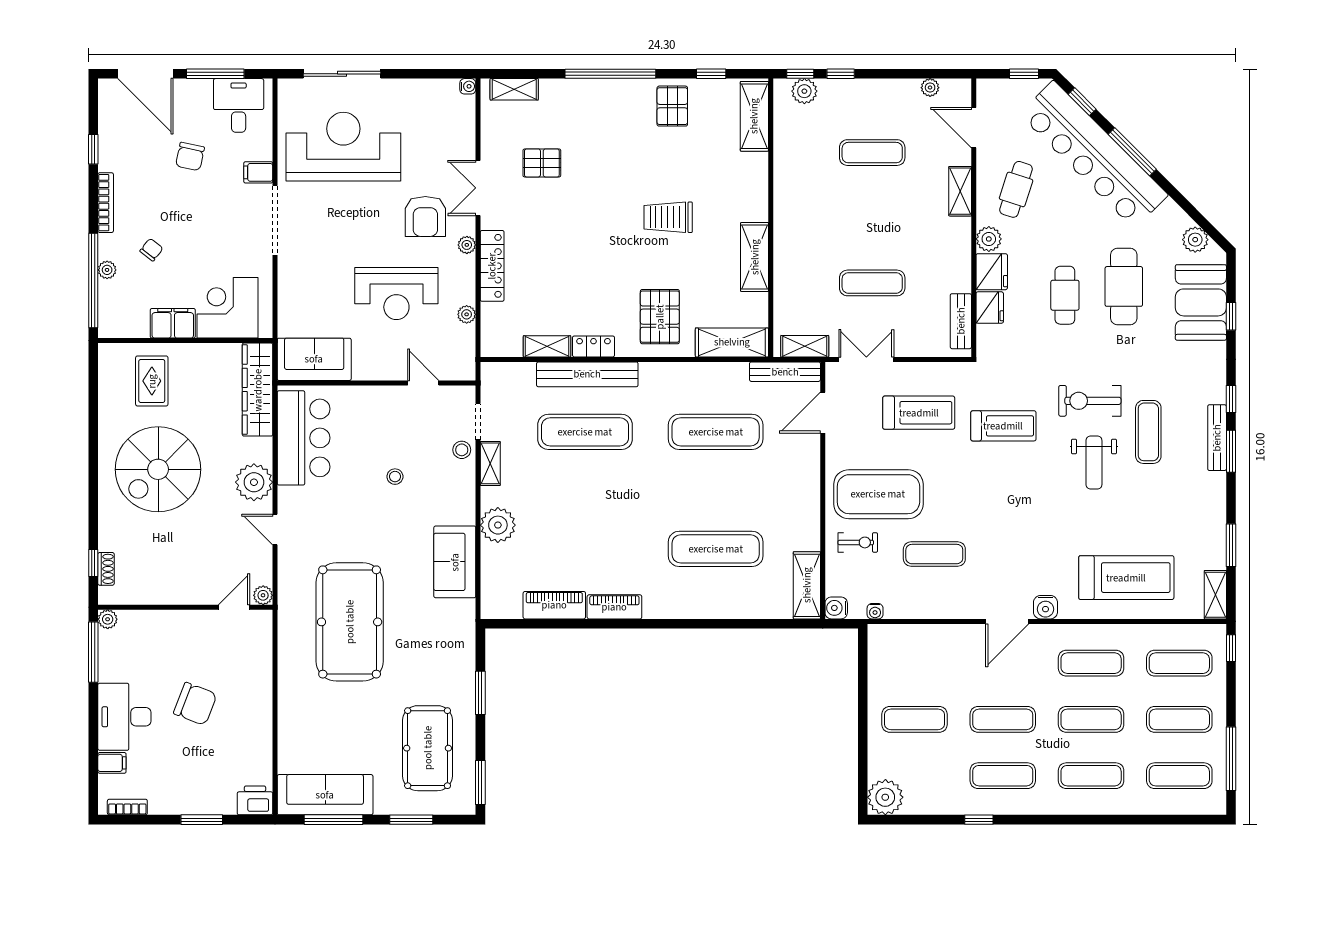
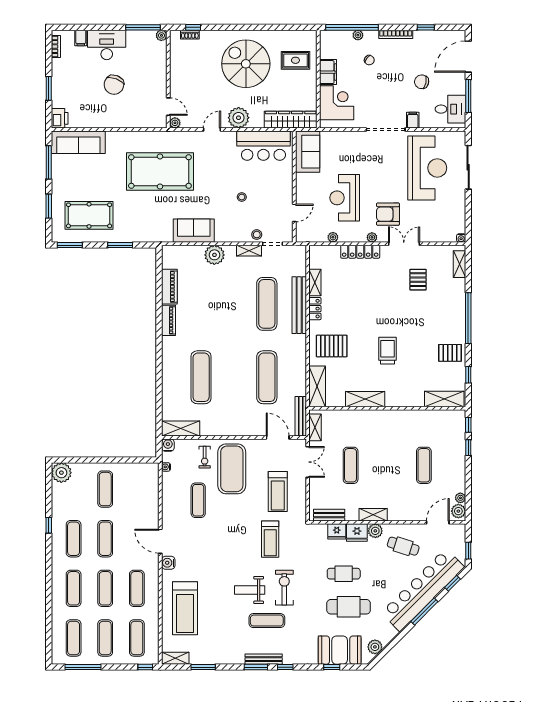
plant: (804, 91) -> (458, 511), moved
shelving: (960, 191) -> (373, 515), moved
sofa: (325, 795) -> (78, 142), moved, turned 90

